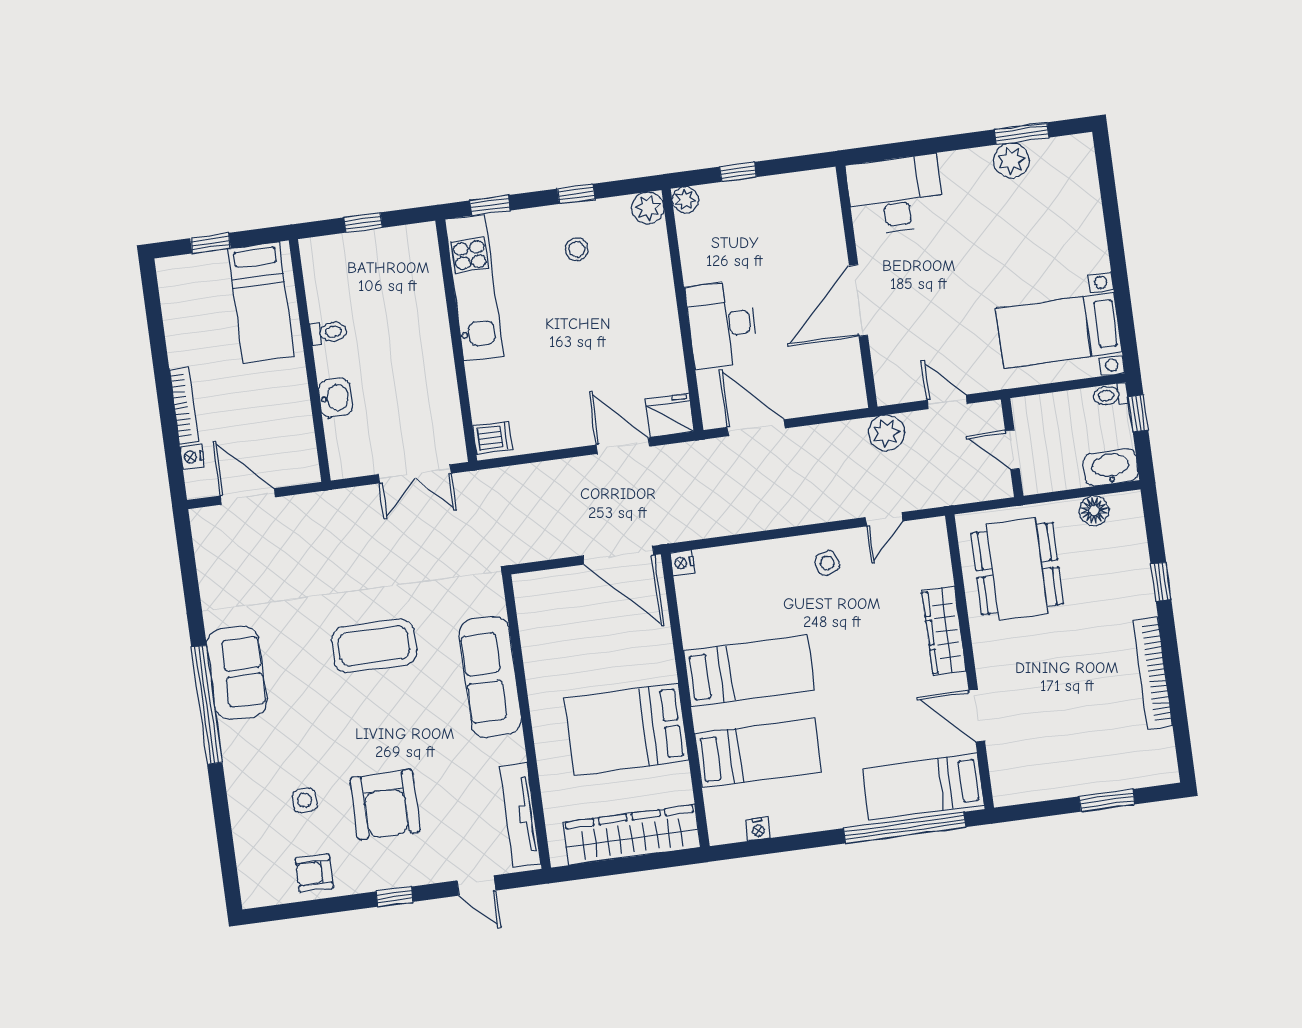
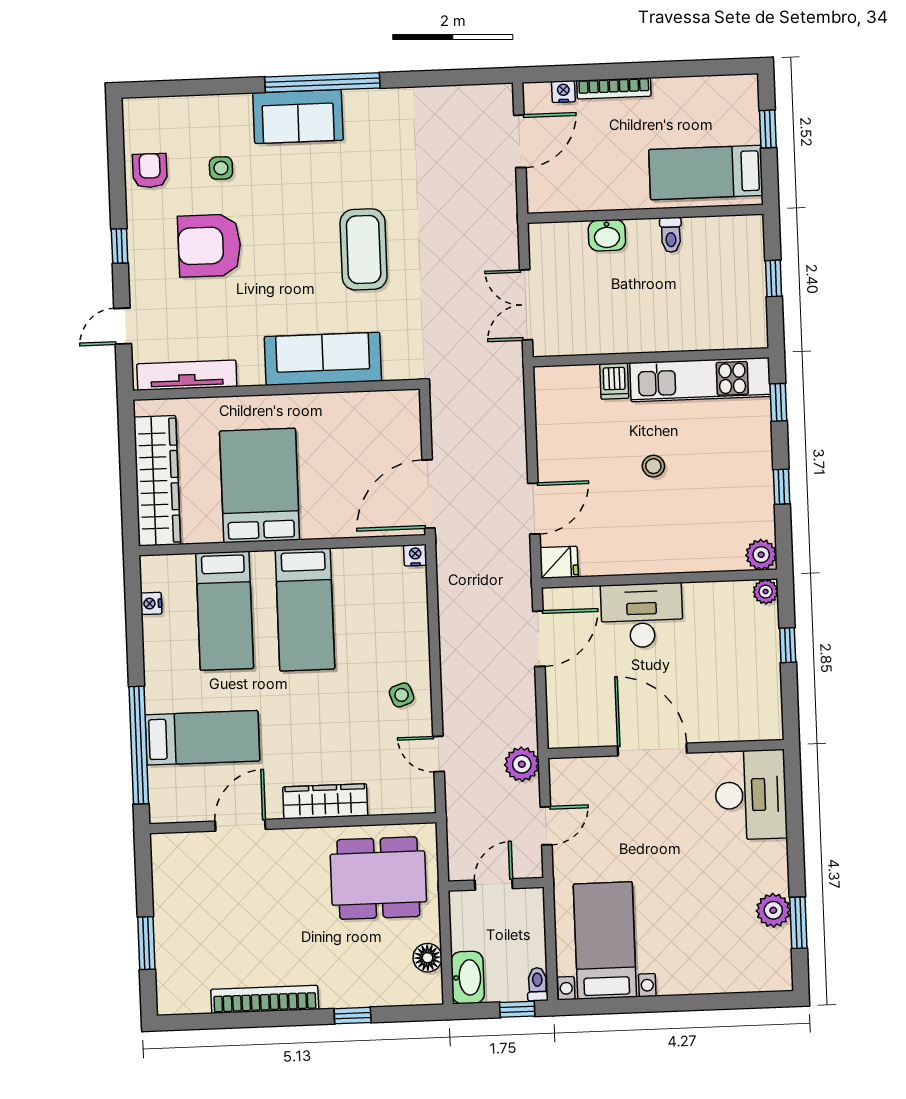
stool: (577, 249) -> (653, 466), moved
fridge: (670, 415) -> (559, 562), width x0.72
dishwasher: (493, 438) -> (614, 381), moved
sofa: (237, 673) -> (298, 117), moved
bed: (923, 787) -> (202, 738), moved, turned 90

